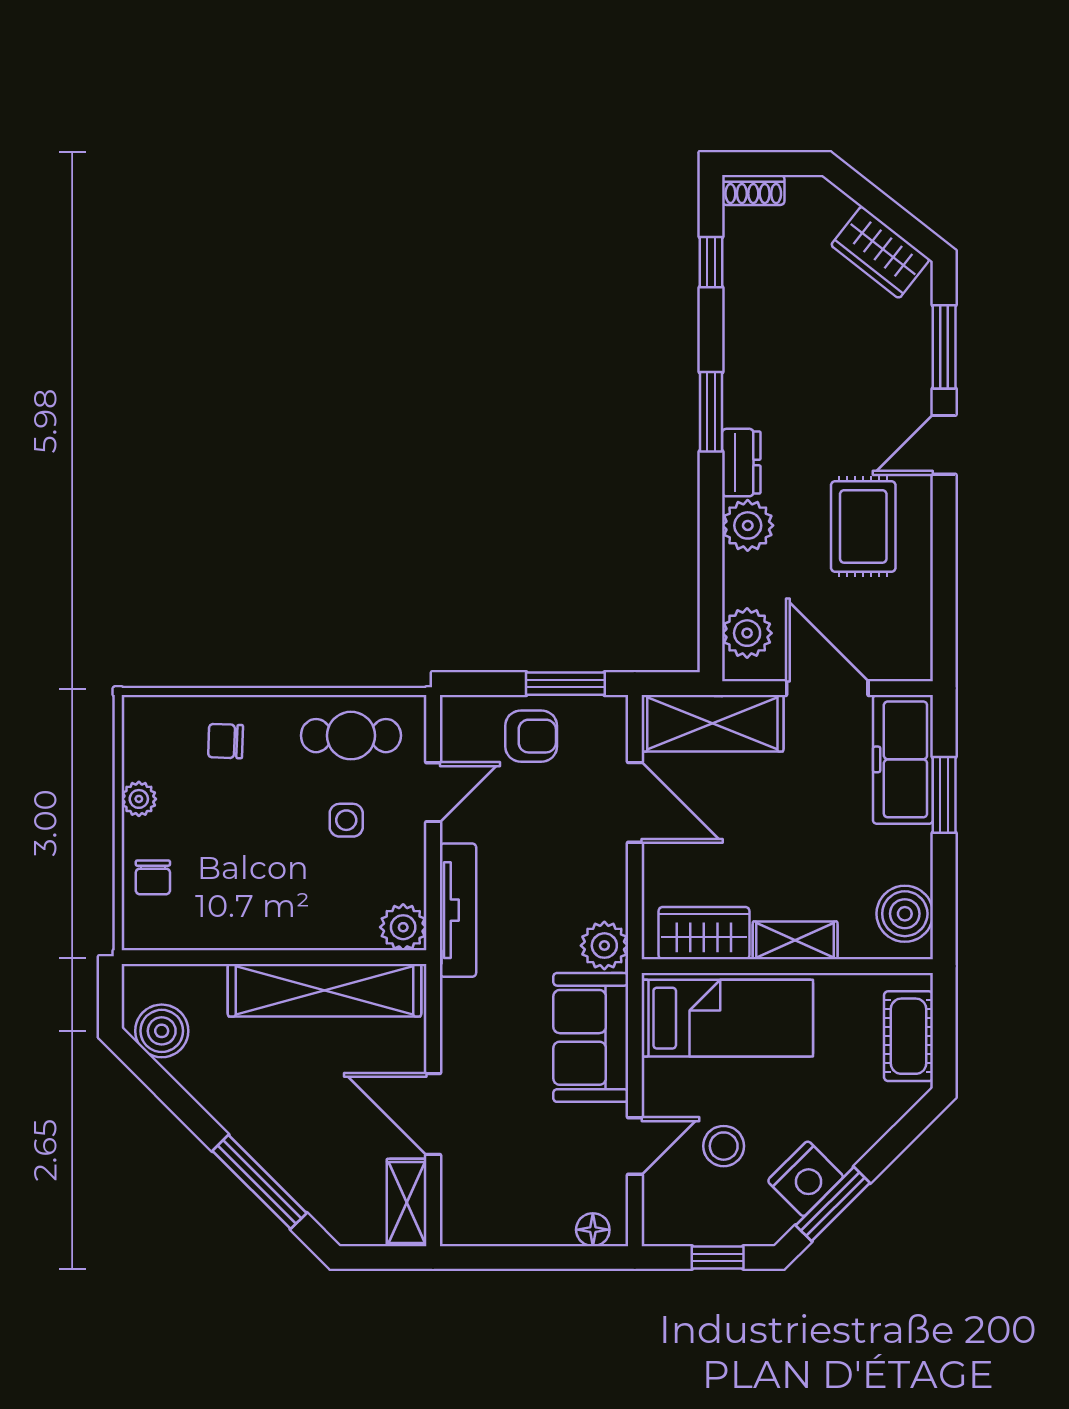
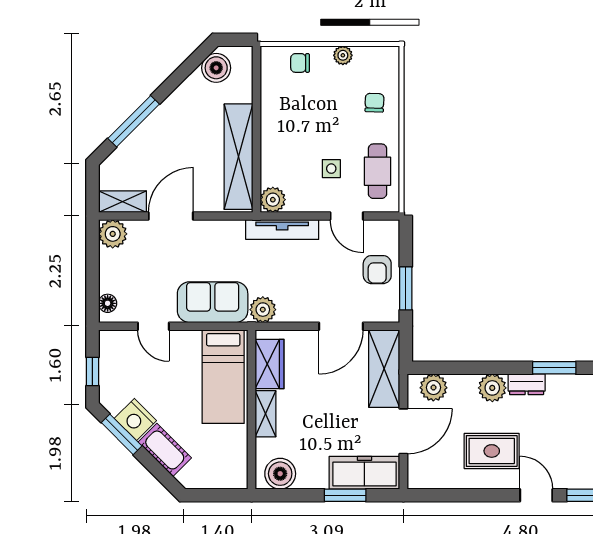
cot: (909, 1036) -> (165, 450), moved, turned 45
stool: (724, 1146) -> (153, 375), removed
plant: (466, 1220) -> (113, 234), added

